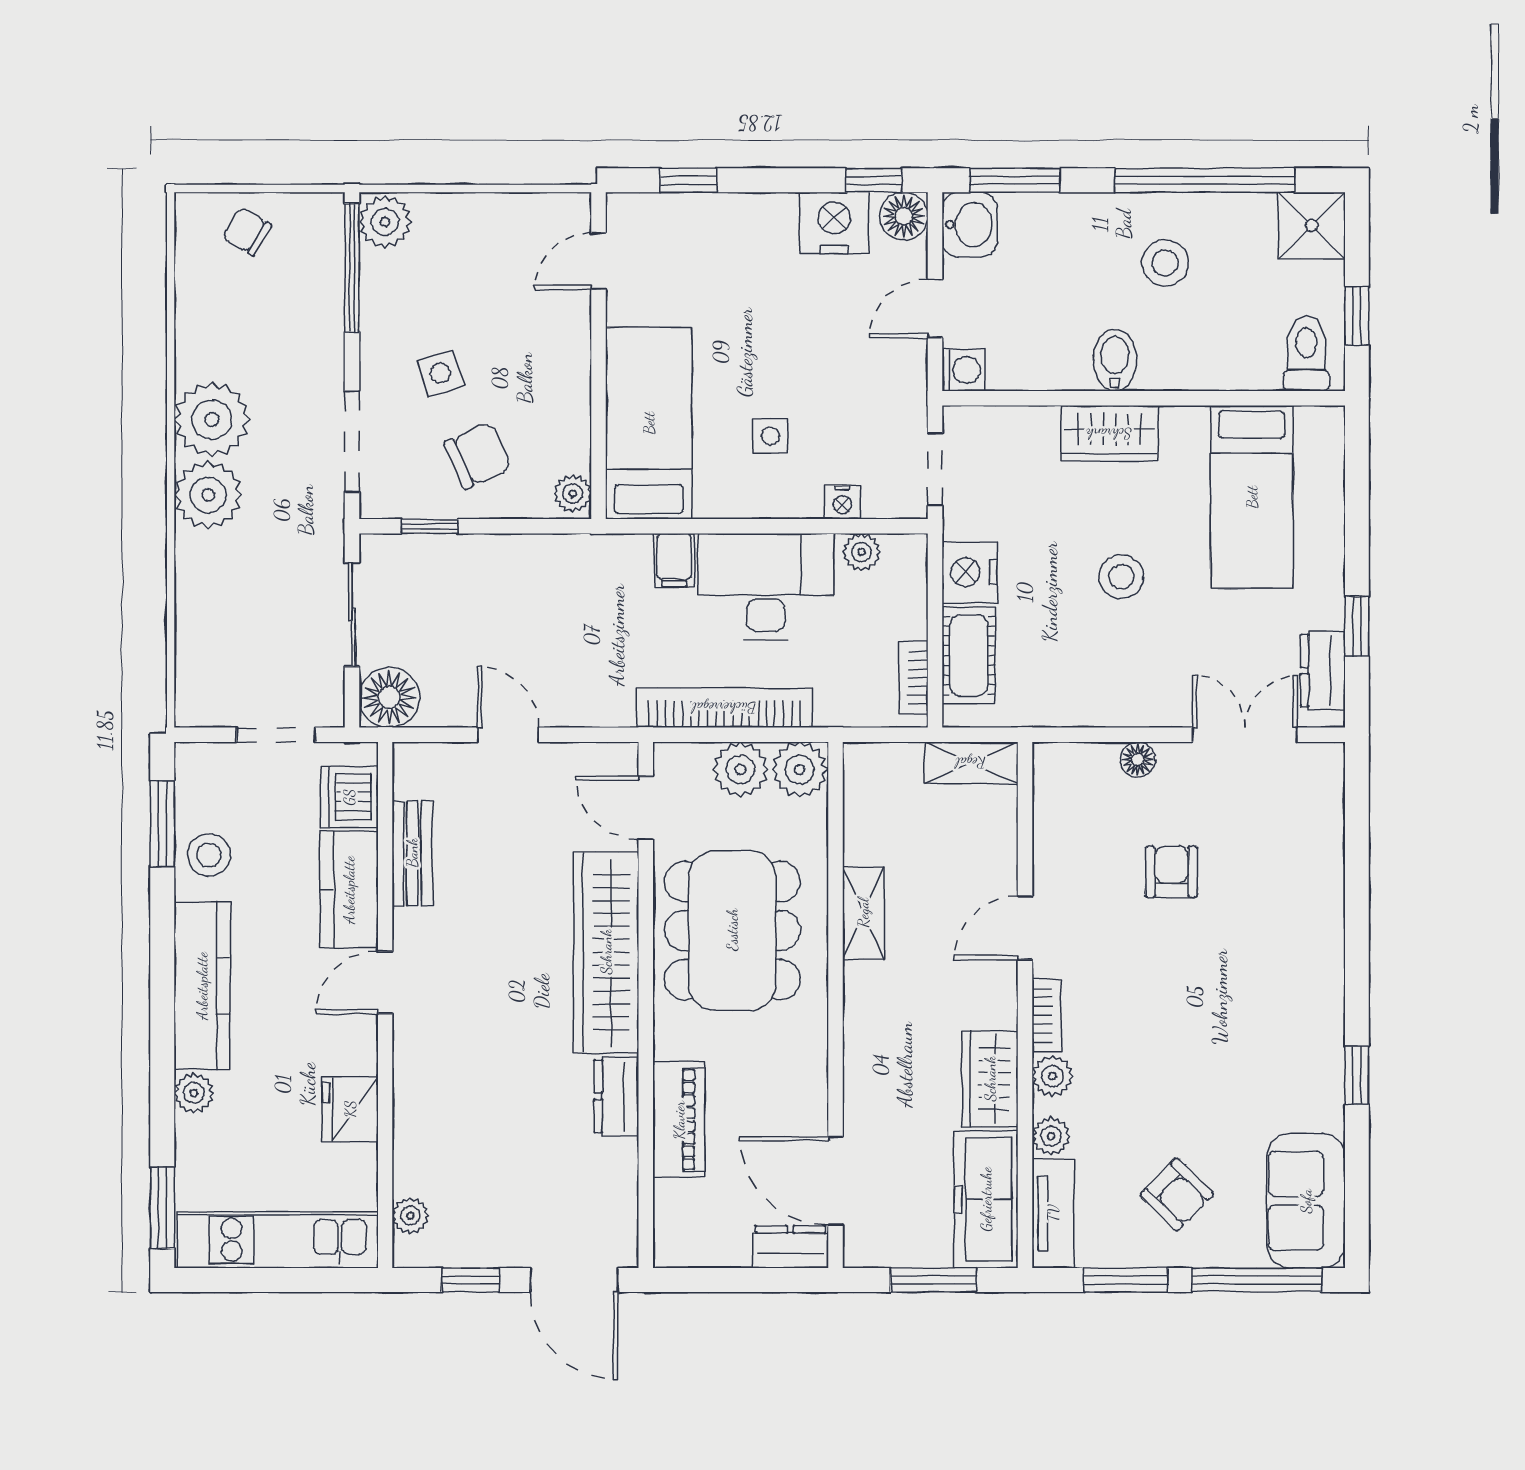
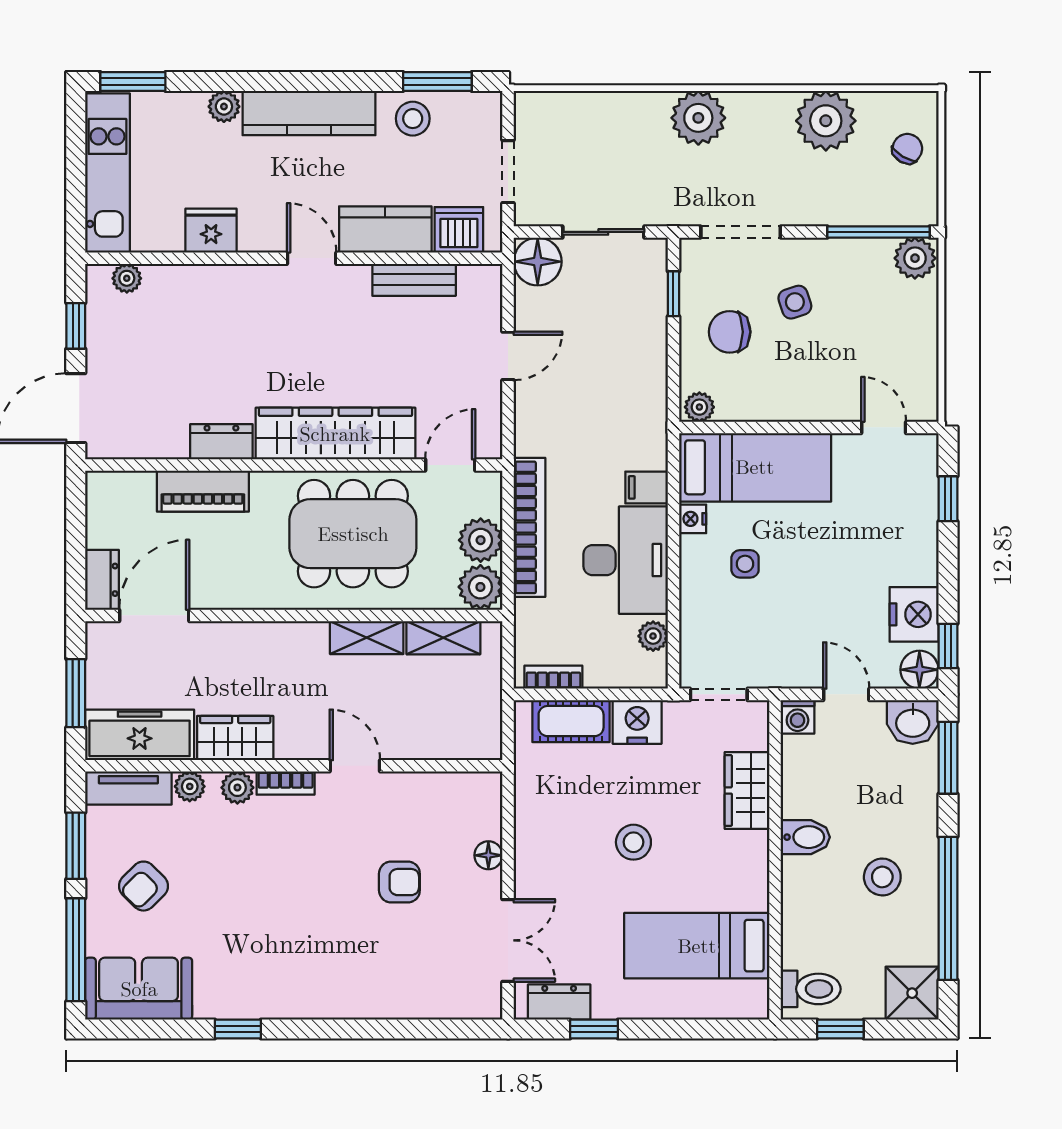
plant: (212, 420) -> (826, 121), moved
wardrobe: (1109, 434) -> (747, 790), moved
chair: (478, 455) -> (730, 332), turned 114
nightstand: (842, 502) -> (693, 519), moved
shelving: (971, 763) -> (443, 638), moved, turned 90

